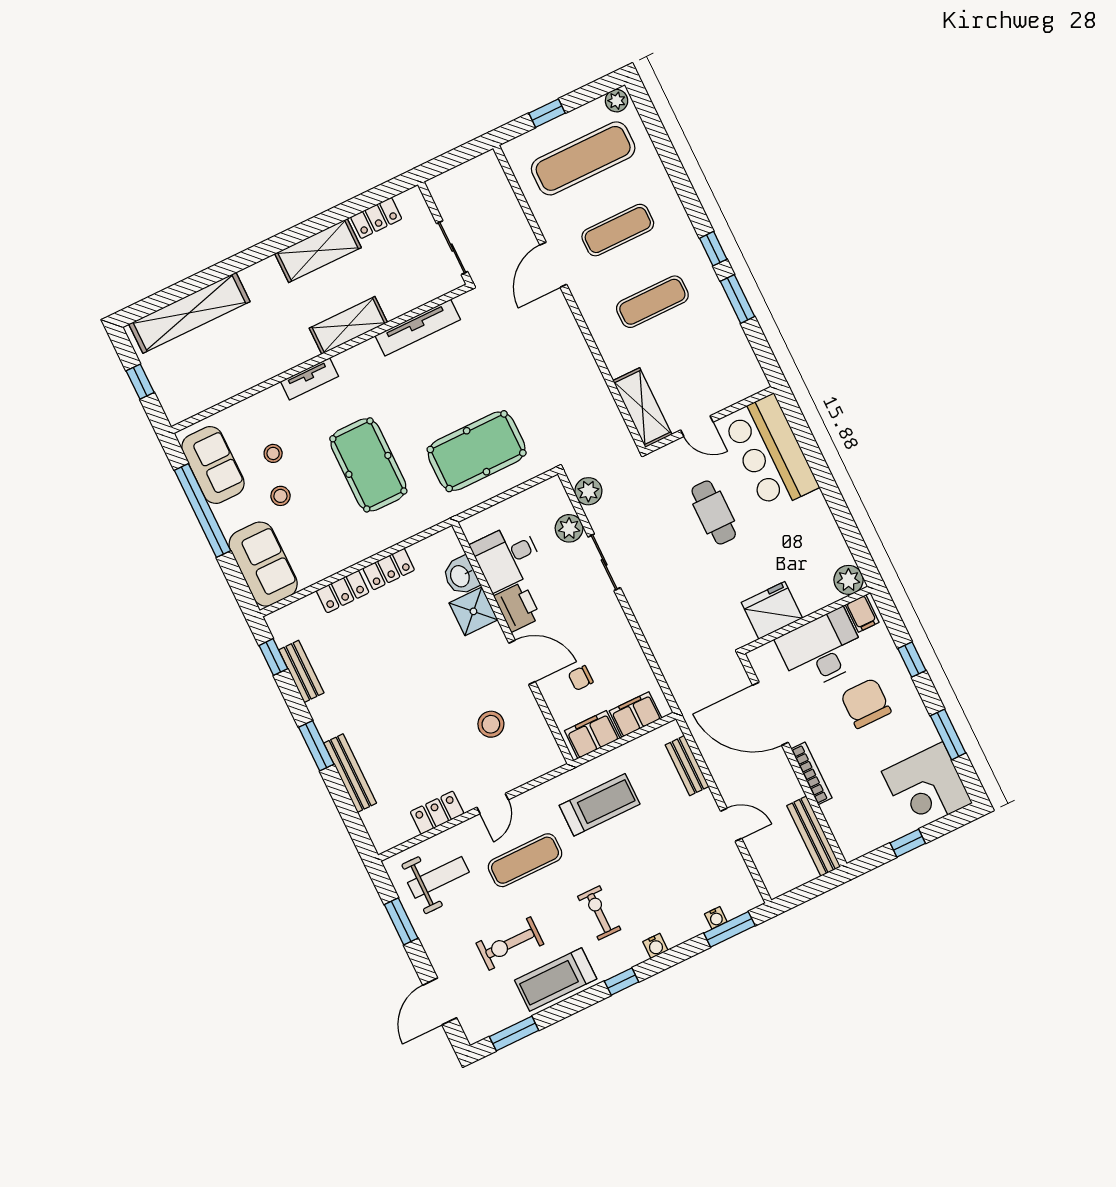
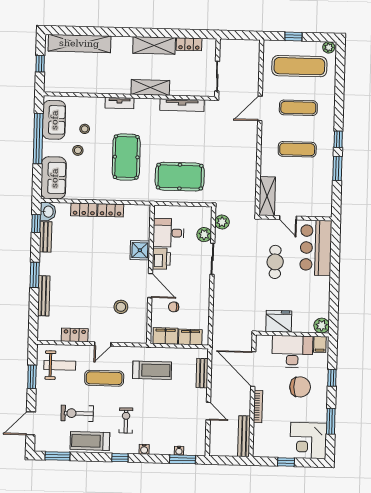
washbasin: (461, 576) -> (48, 212), moved, turned 180
chair: (866, 703) -> (300, 387), turned 90

